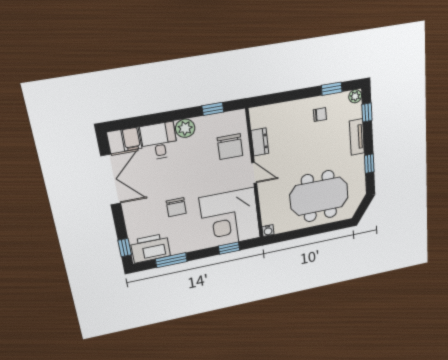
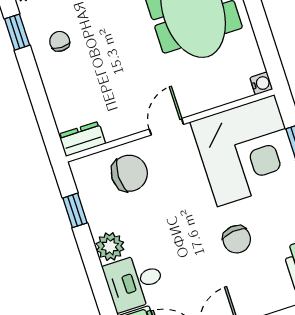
dresser: (260, 142) -> (82, 139), moved
chair: (176, 207) -> (237, 239), turned 83

